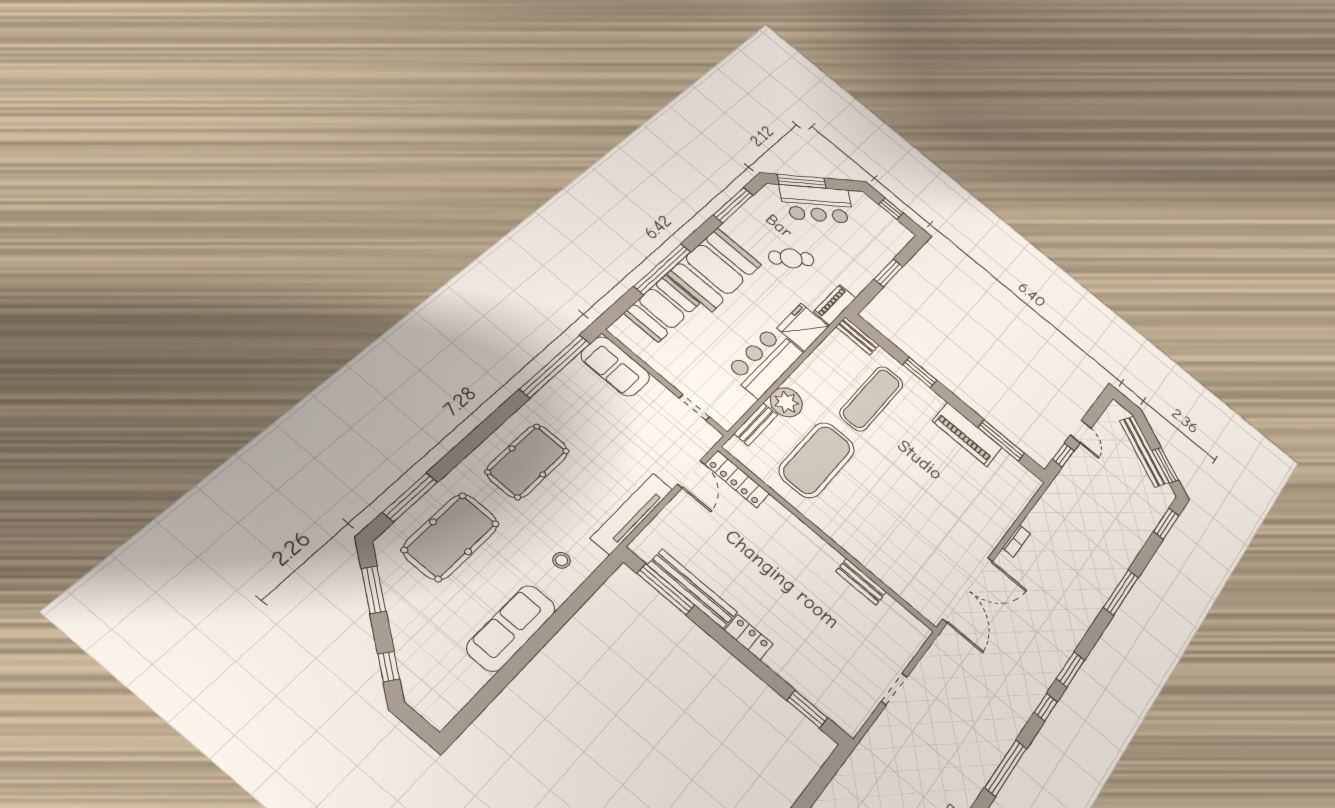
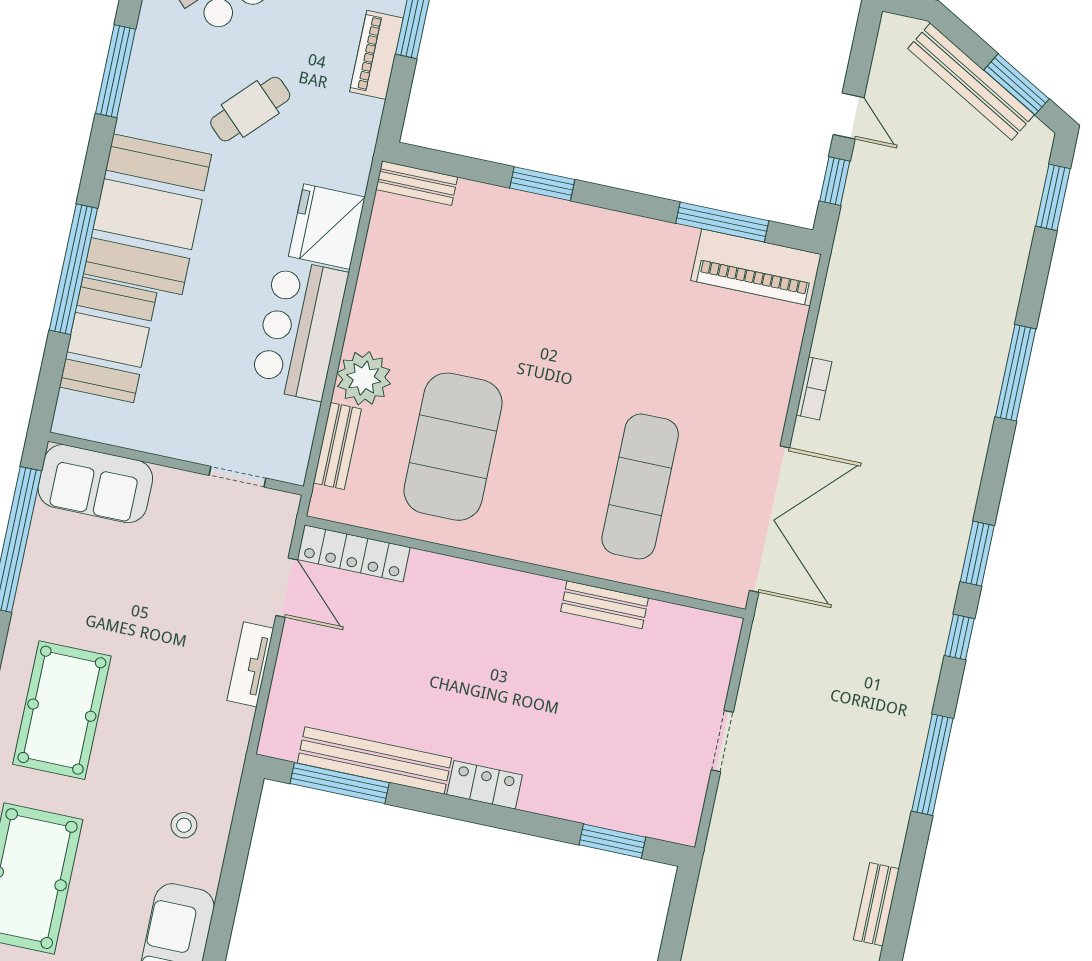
piano: (835, 305) -> (376, 55), moved
exercise mat: (872, 398) -> (640, 486), moved
piano: (967, 434) -> (756, 267), moved
tv unit: (632, 514) -> (250, 664), width x0.52, depth x0.78

